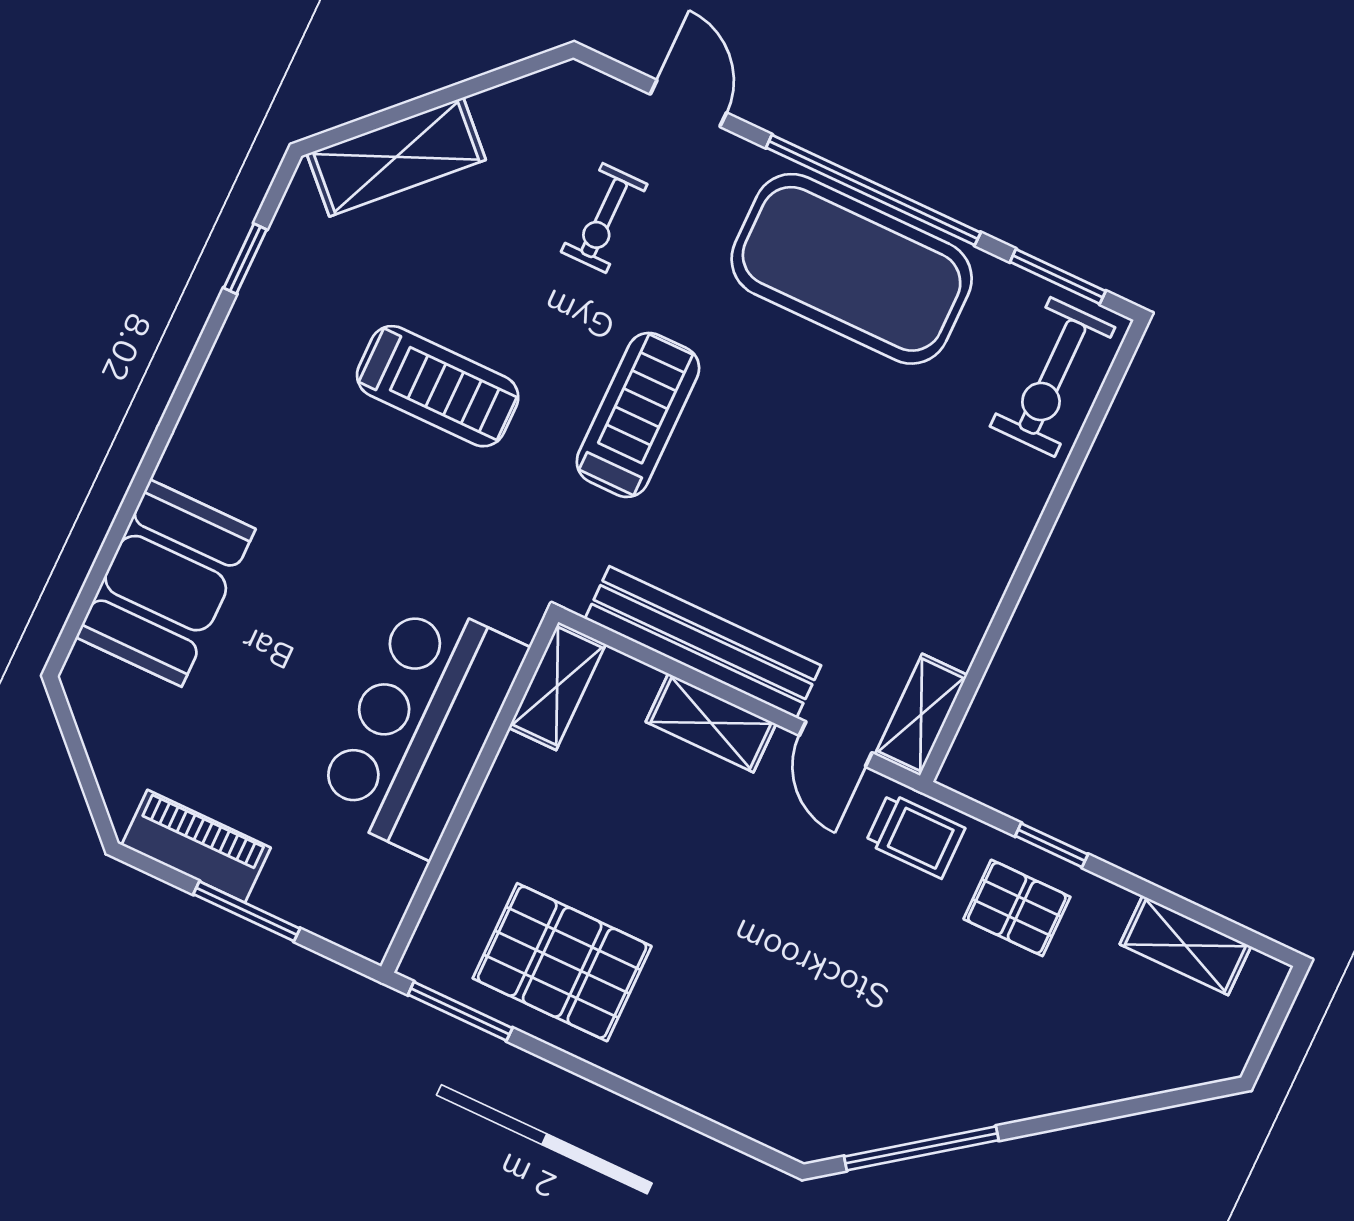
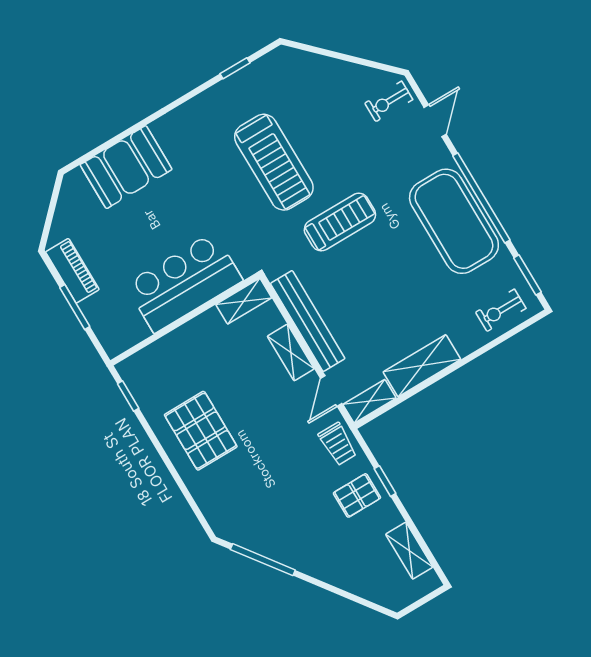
shelving: (396, 157) -> (422, 366), moved, turned -45
exercise bike: (604, 218) -> (389, 101), moved
exercise bike: (1052, 377) -> (501, 310), width x0.73, depth x0.72
treadmill: (438, 386) -> (274, 162), width x1.37, depth x1.38
pallet: (1017, 908) -> (357, 495), turned 90
pallet: (562, 962) -> (201, 431), moved
window: (460, 1011) -> (128, 396), width x0.67

